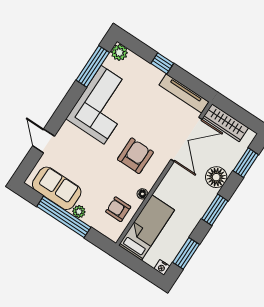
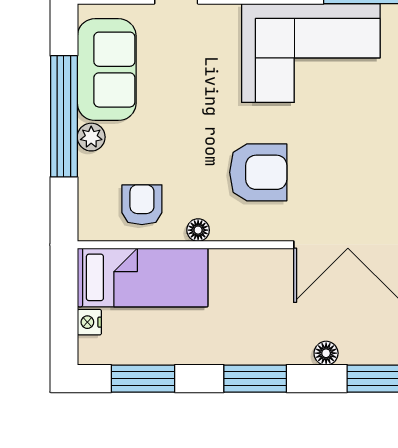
floor lamp: (216, 177) -> (326, 353), width x0.53, depth x0.53
nightstand: (162, 267) -> (89, 322), moved

